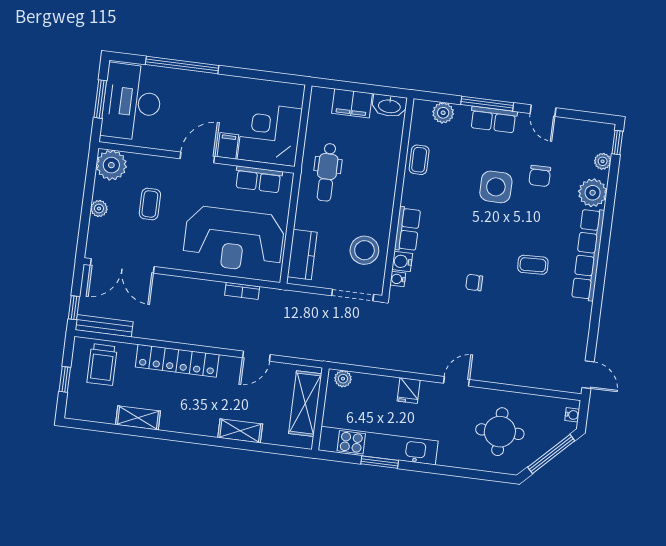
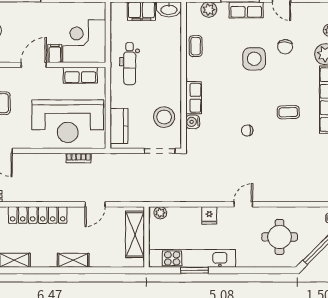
water cooler: (398, 279) -> (191, 135), removed
shelving: (240, 431) -> (73, 260), moved

